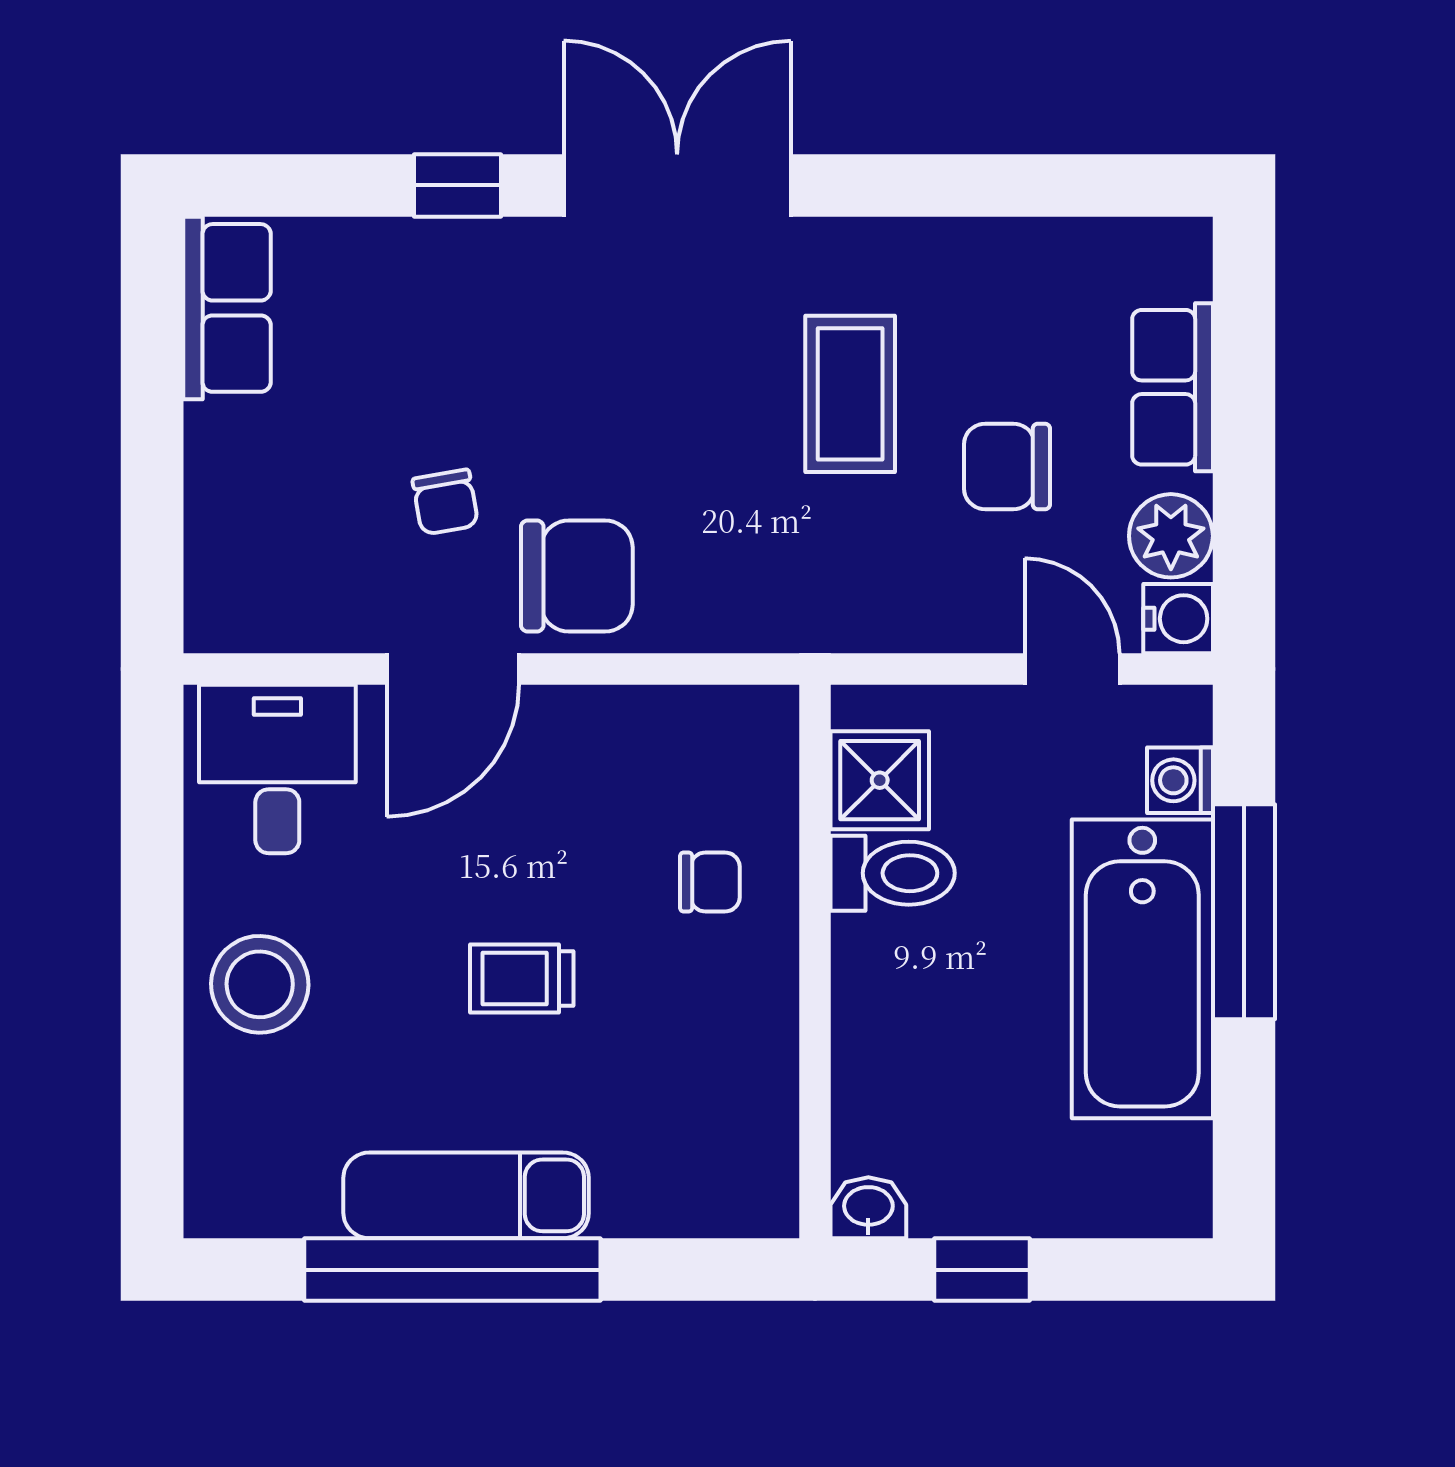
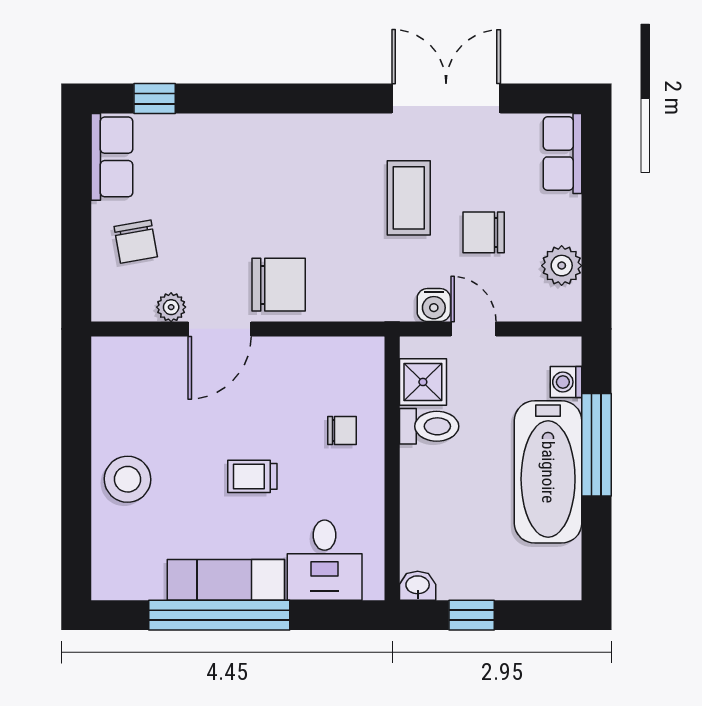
window: (458, 185) -> (155, 99), moved
double door: (677, 185) -> (446, 99), moved
row of seats: (1173, 387) -> (562, 154), moved
chair: (445, 502) -> (136, 242), moved, width x1.37, depth x1.37
water cooler: (1178, 619) -> (434, 305), moved, turned 90
plant: (351, 623) -> (171, 307), added
door: (1072, 669) -> (474, 329), moved
desk: (277, 769) -> (325, 560), moved, turned 180

